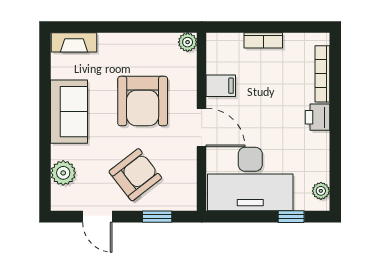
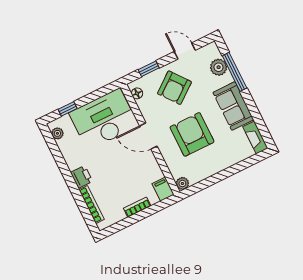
fireplace: (74, 42) -> (255, 137), moved, turned -90
filing cabinet: (221, 86) -> (163, 189), moved, turned 90
window: (45, 156) -> (235, 72), added
floor lamp: (189, 192) -> (137, 93), added

